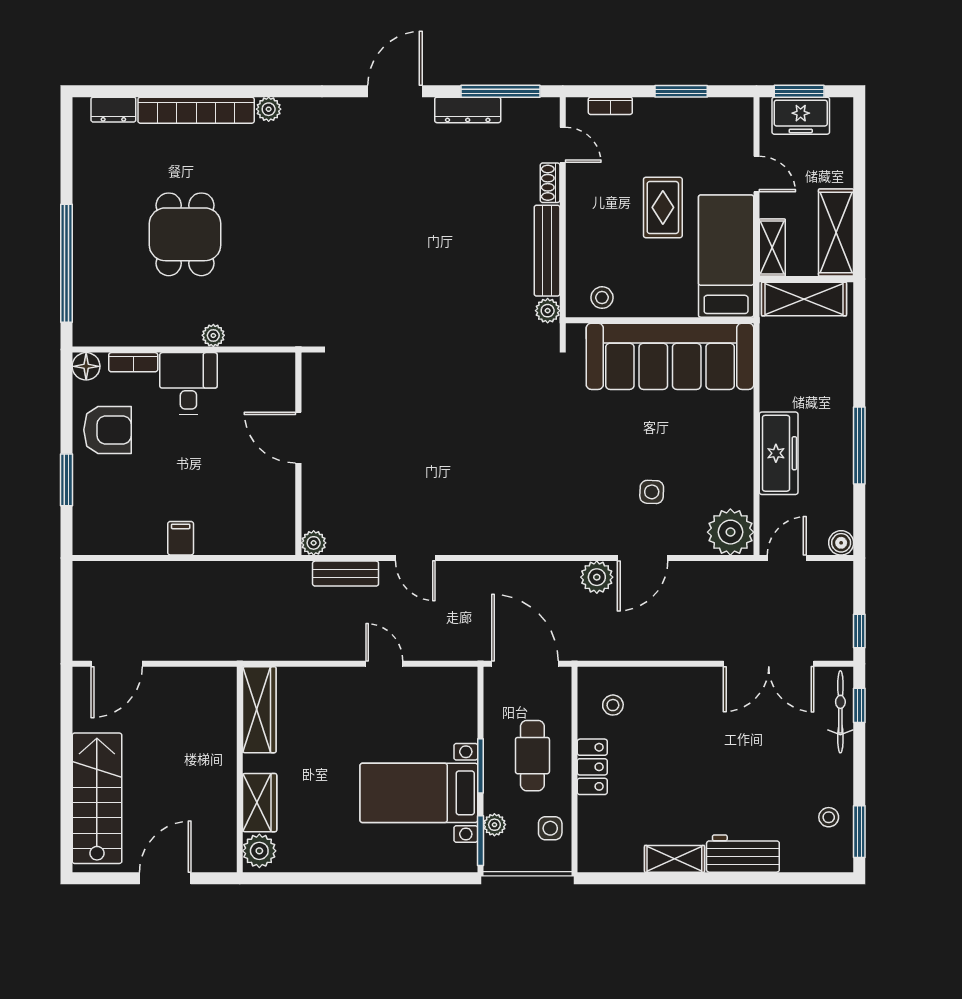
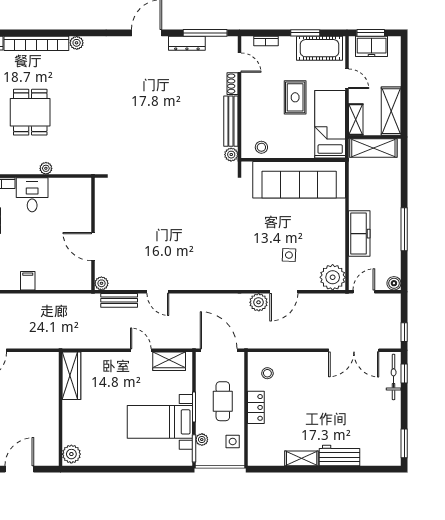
cot: (707, 119) -> (320, 48), added
door: (298, 438) -> (93, 247), moved
wardrobe: (260, 803) -> (169, 361), moved, turned 90
stool: (829, 817) -> (387, 435), removed

